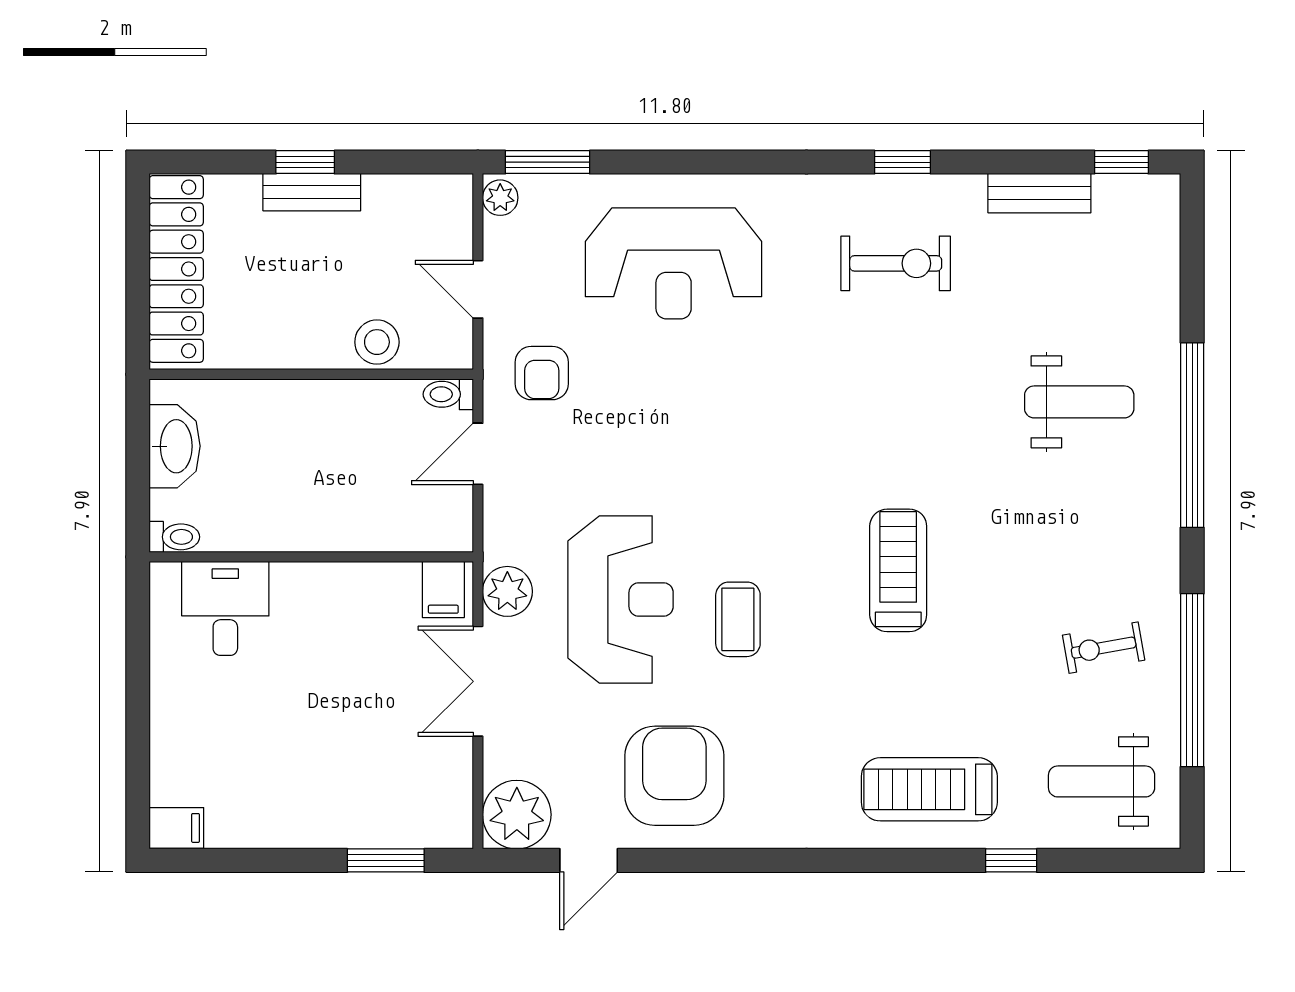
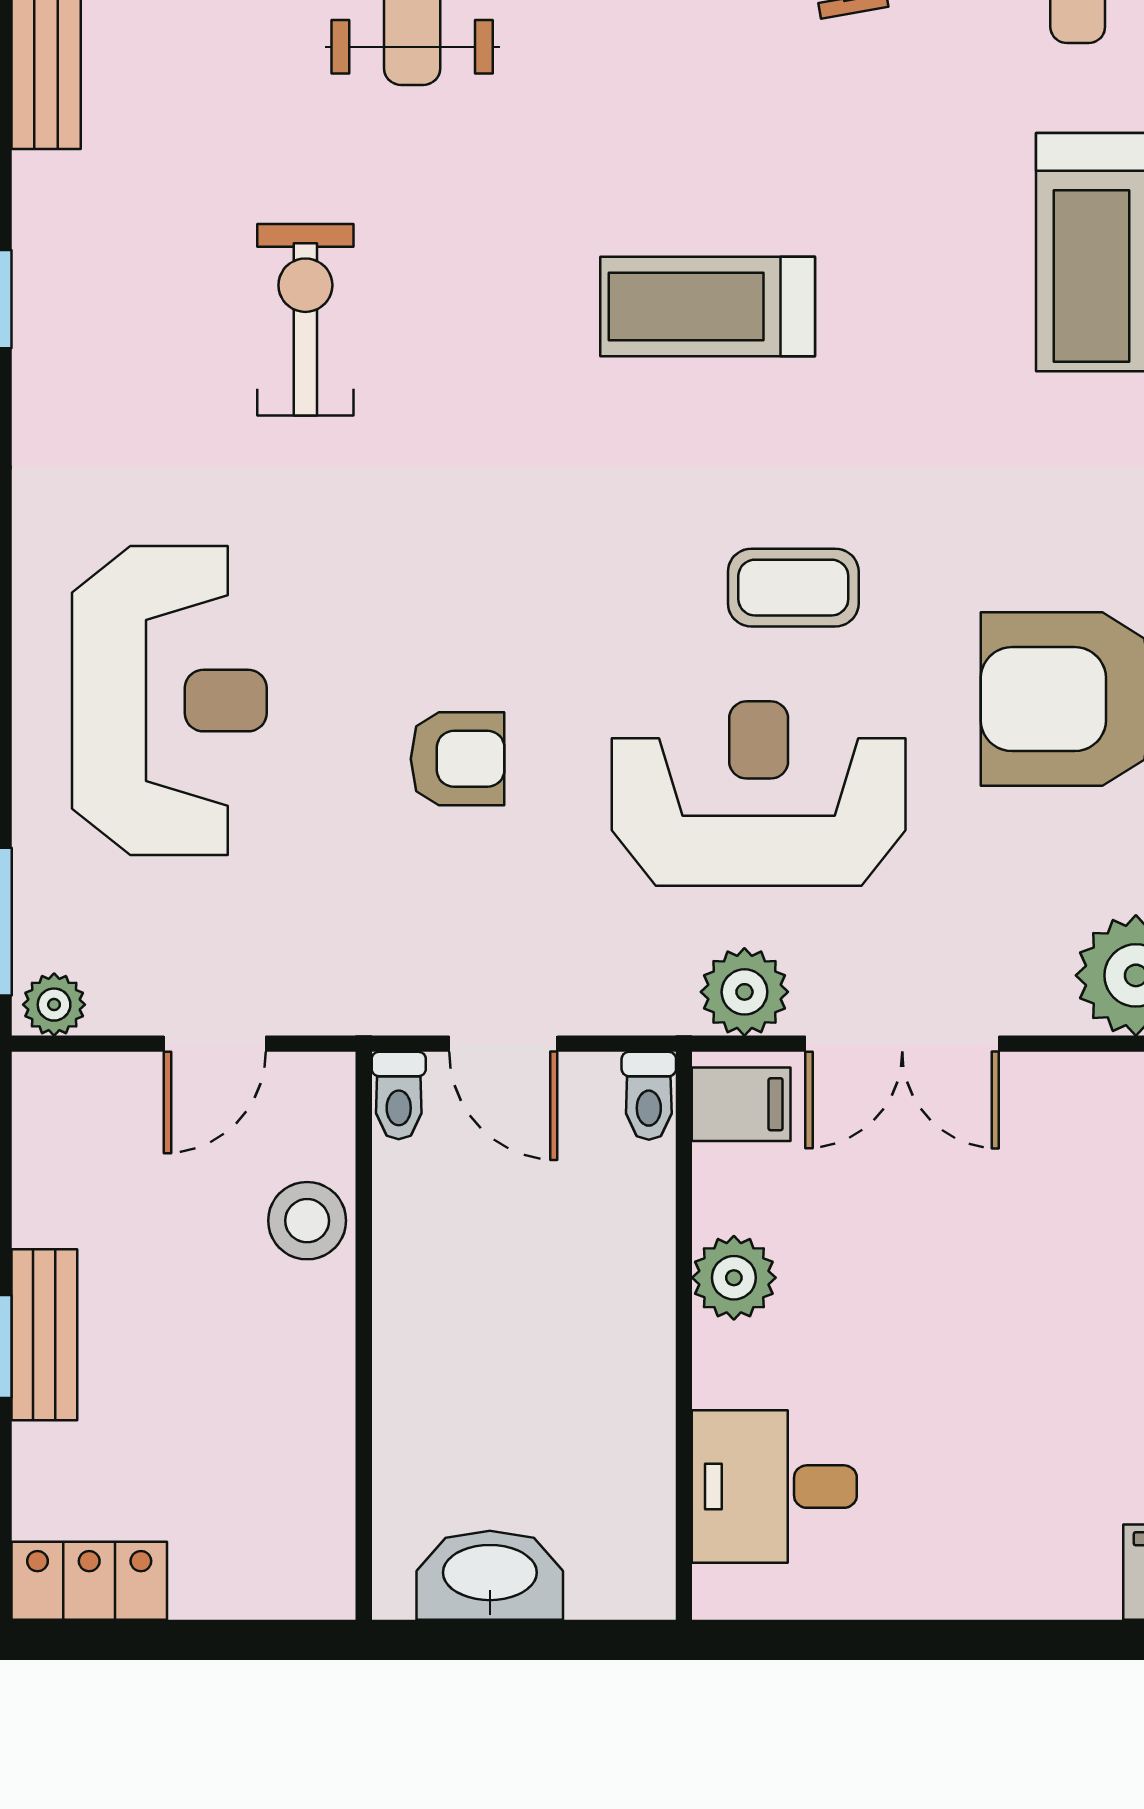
exercise bike: (896, 263) -> (305, 320), moved
locker: (176, 269) -> (89, 1581), width x0.46, depth x0.83
armchair: (542, 373) -> (457, 759), moved
toilet: (174, 537) -> (649, 1096), moved, turned 180
plant: (344, 585) -> (734, 1278), added

